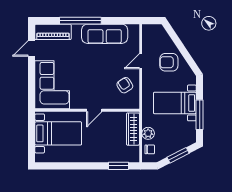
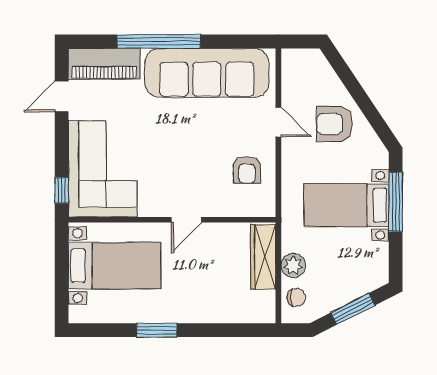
sofa: (105, 34) -> (207, 73), width x1.36, depth x1.27
door: (141, 61) -> (278, 122), swing flipped
armchair: (125, 85) -> (247, 170), turned -147
window: (32, 96) -> (62, 190), added
window: (200, 115) -> (396, 202), moved
window: (118, 166) -> (157, 330), moved

